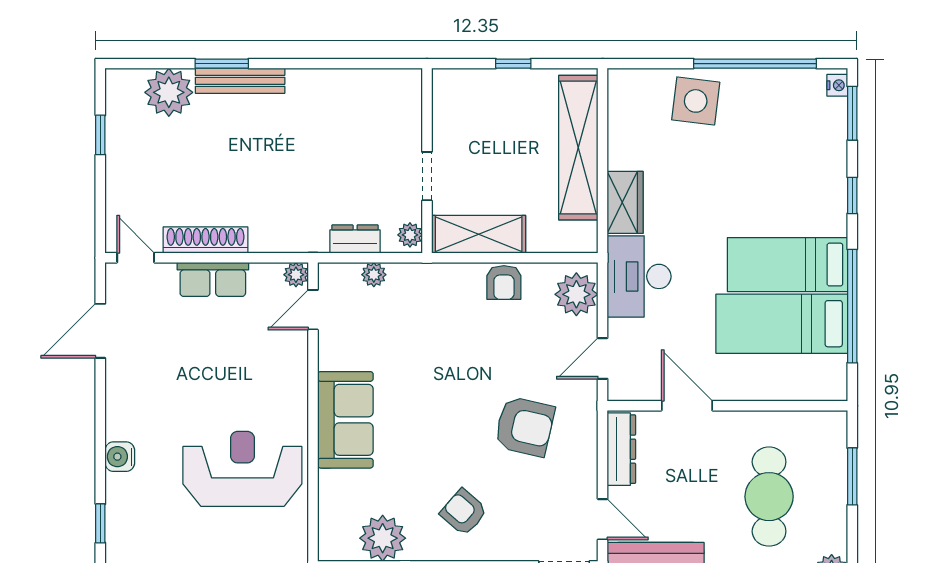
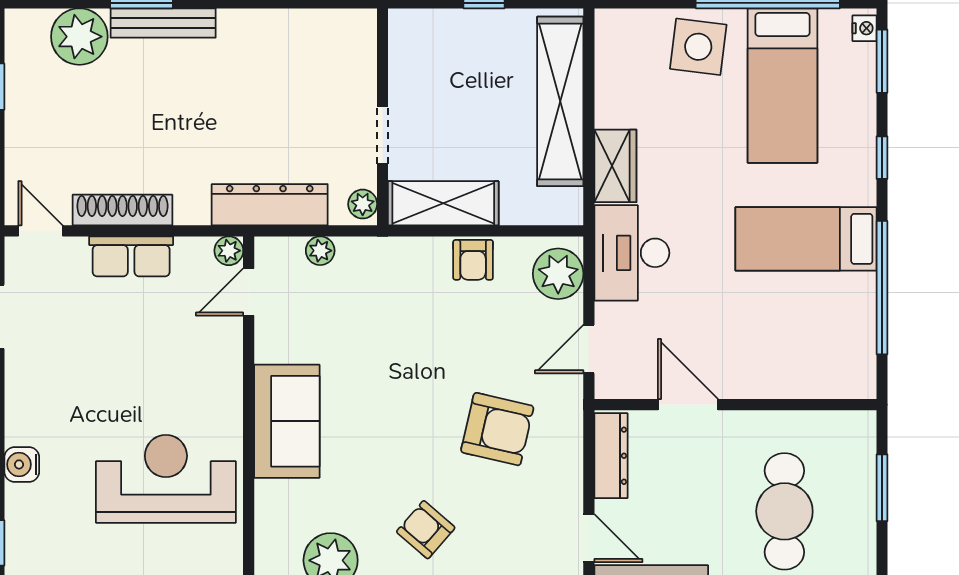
dresser: (355, 239) -> (270, 205), width x1.96, depth x1.24
bed: (782, 324) -> (782, 86), moved, turned -90

